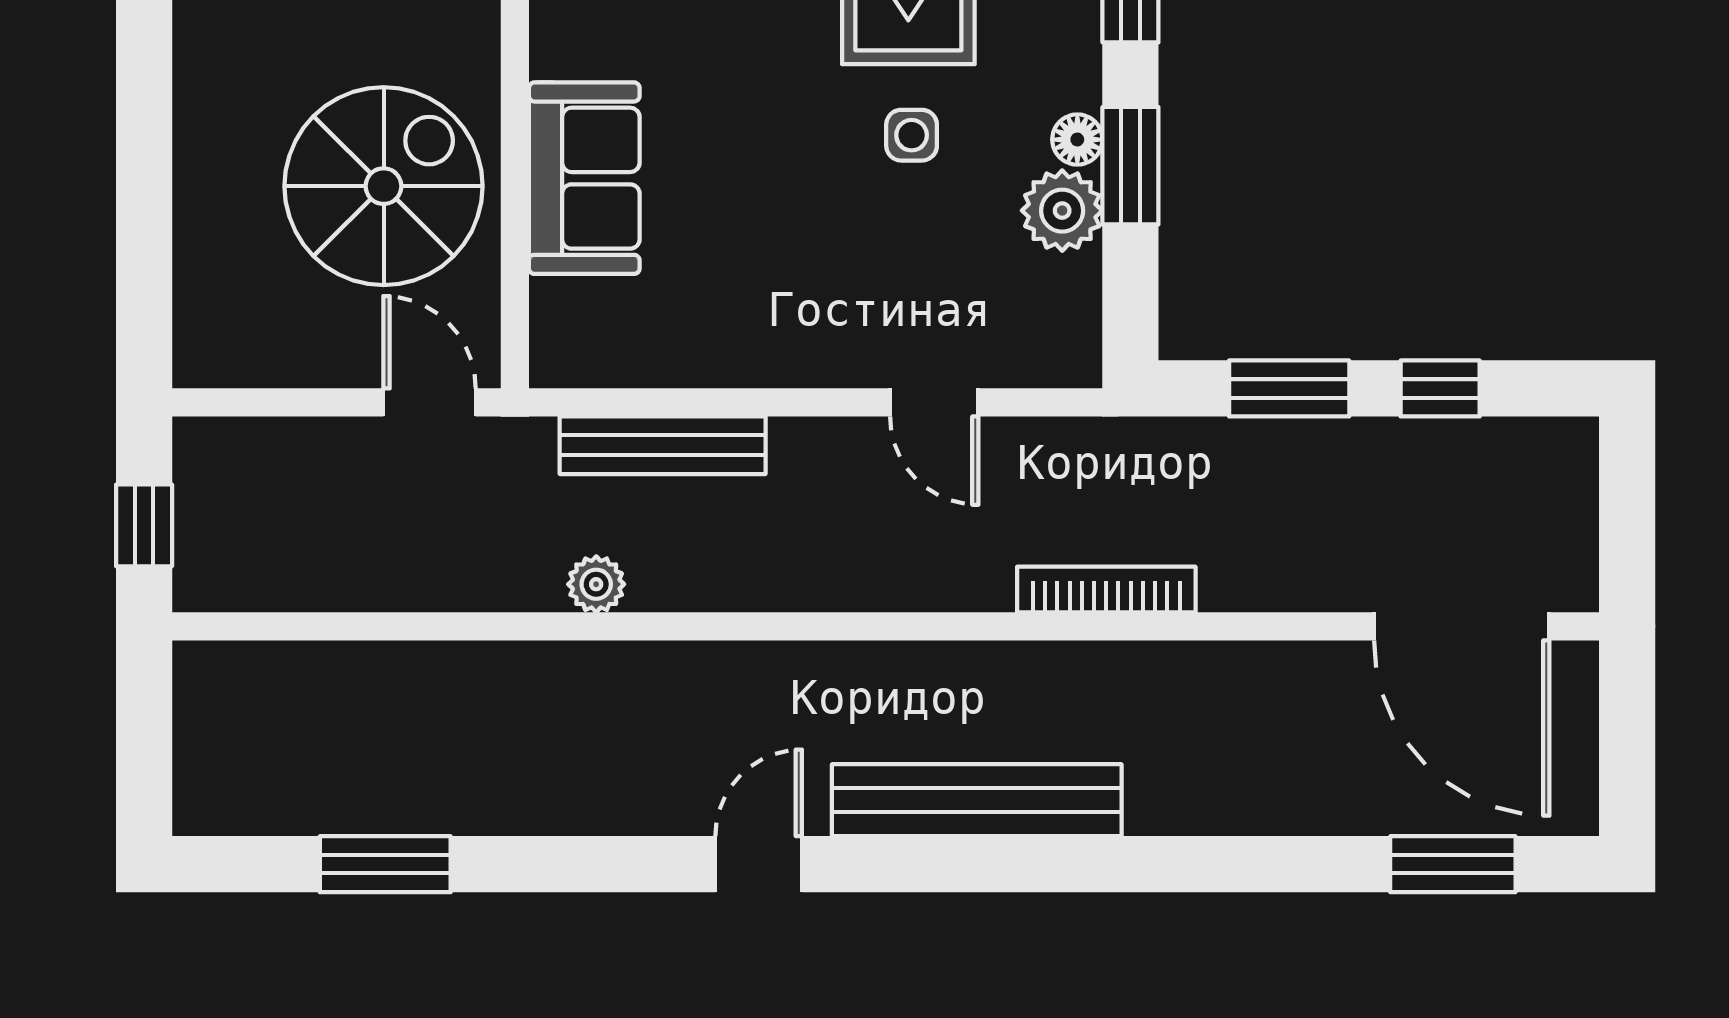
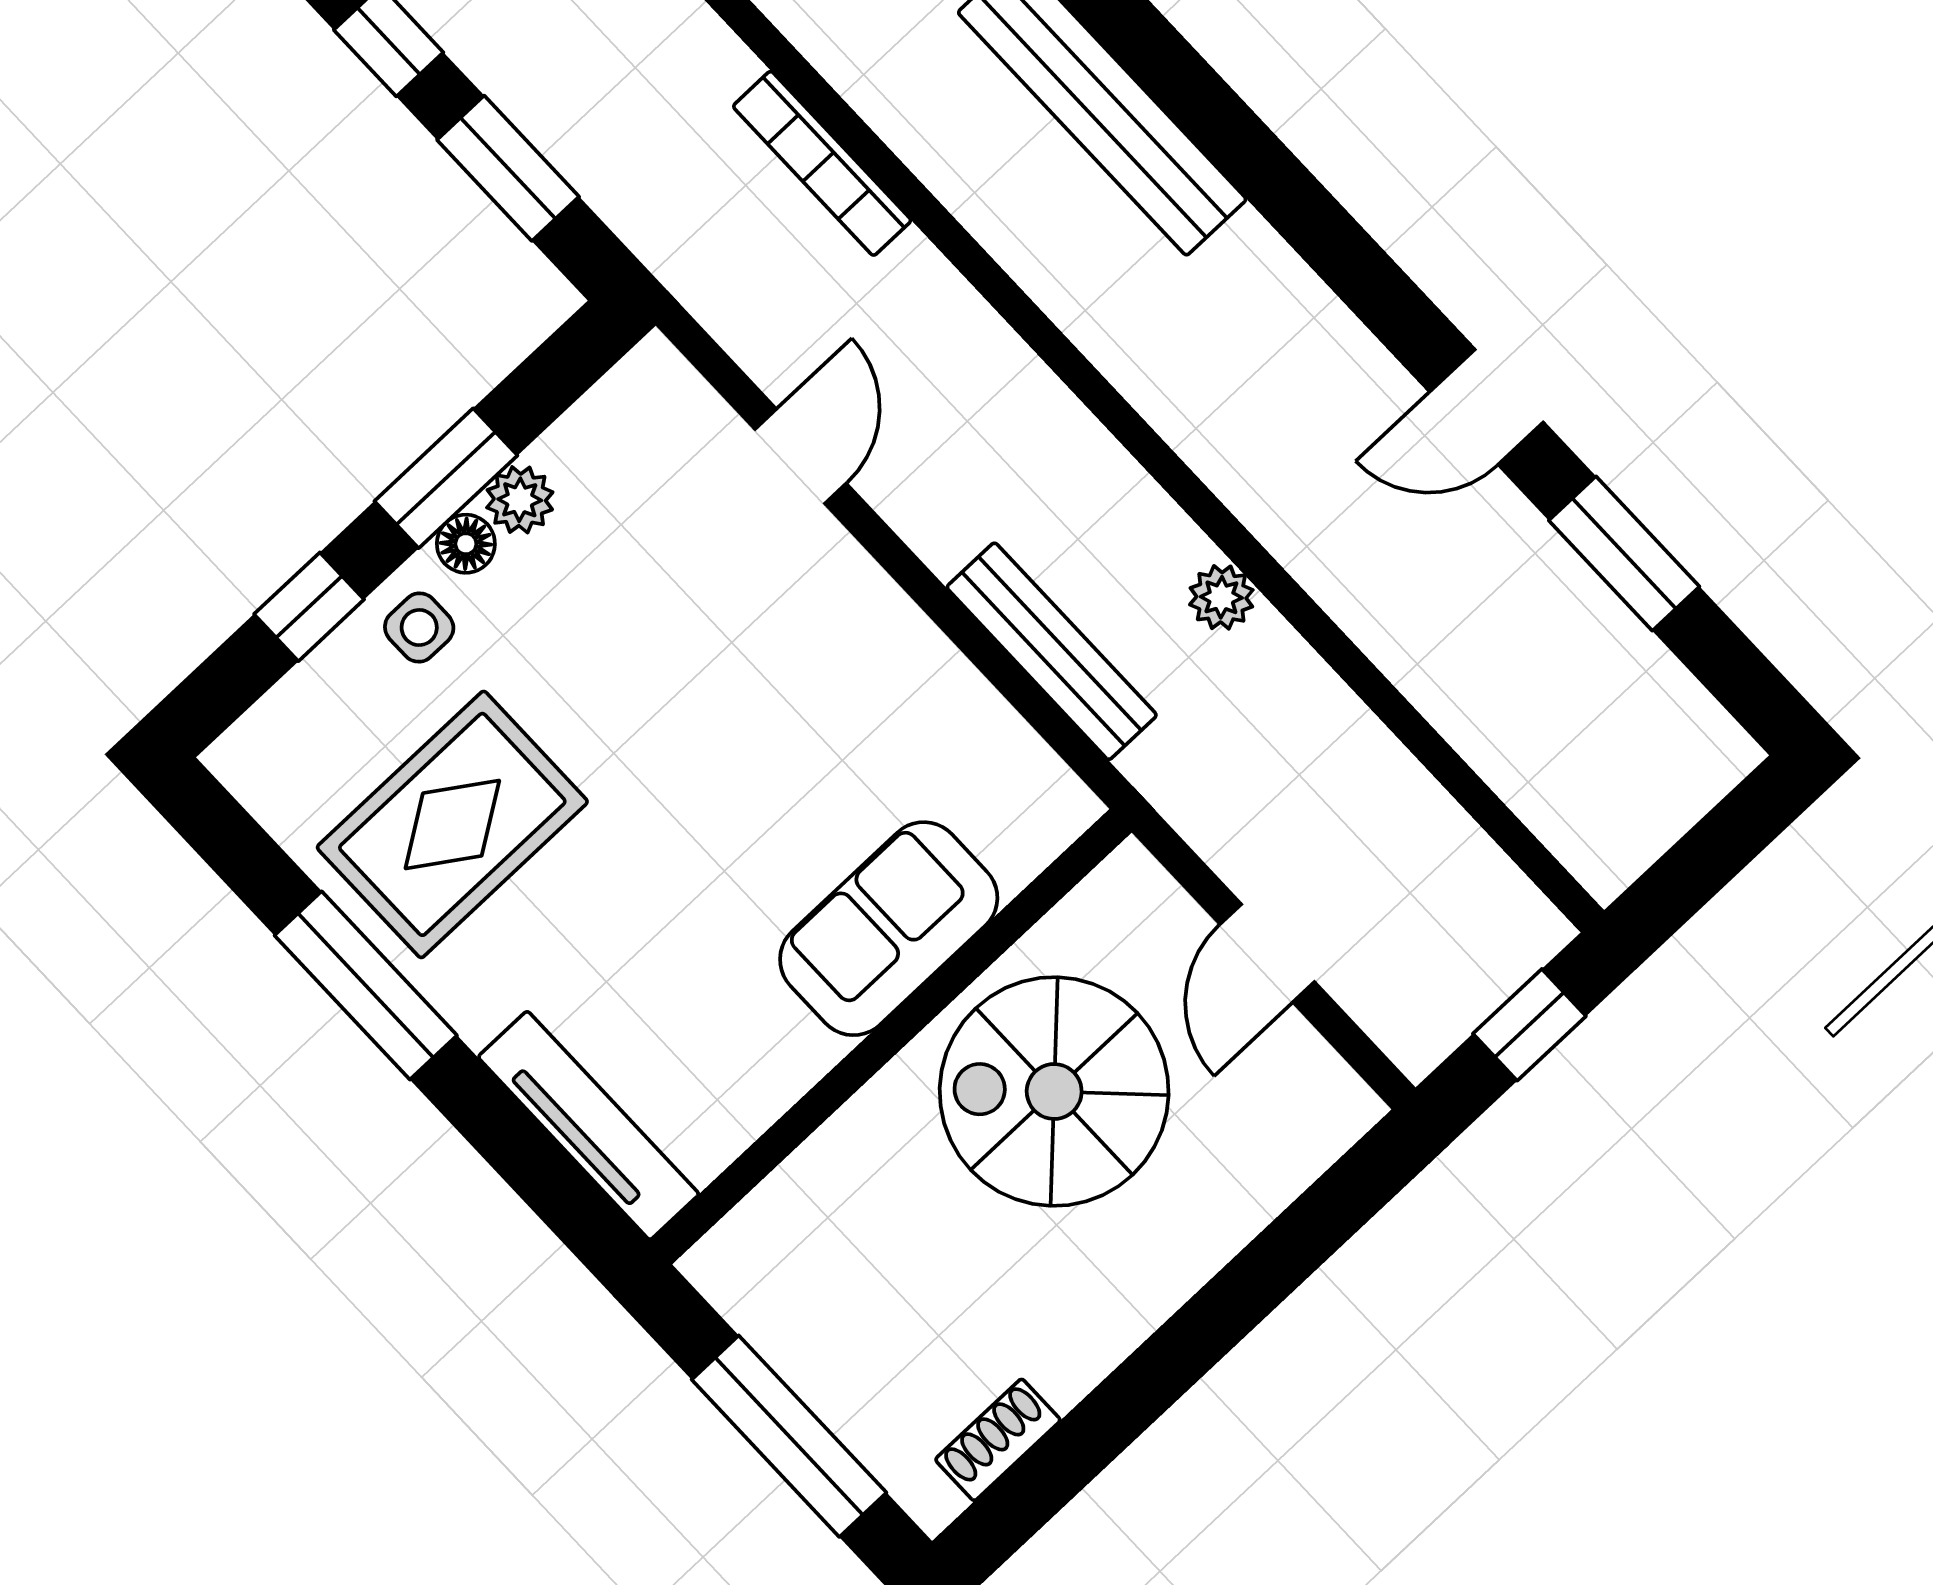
side table: (912, 135) -> (419, 627), moved
plant: (1062, 211) -> (520, 500), width x0.73, depth x0.73
door: (430, 402) -> (1267, 953), moved
door: (759, 864) -> (1486, 407), moved

